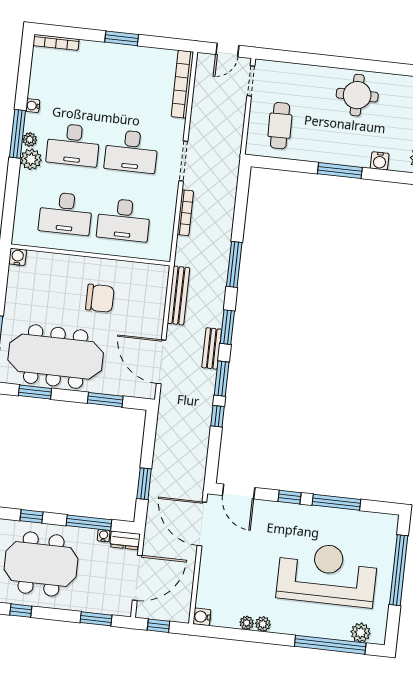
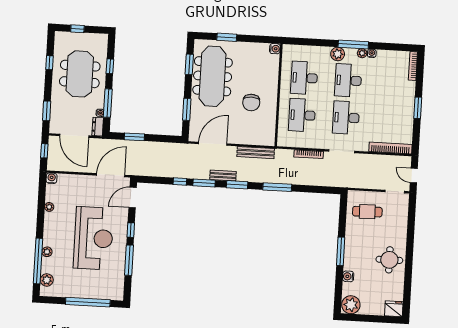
plant: (30, 140) -> (362, 53), moved
reception desk: (327, 574) -> (94, 238), moved
plant: (263, 624) -> (47, 252), moved

